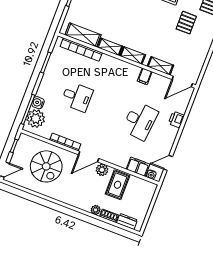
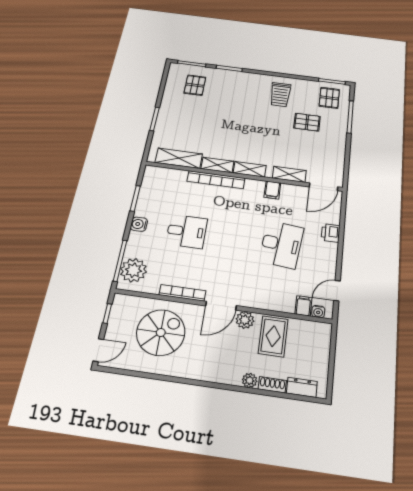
pallet: (186, 23) -> (307, 122), turned 90
bookcase: (81, 50) -> (216, 180), moved
water cooler: (38, 103) -> (139, 224), moved
spiral stairs: (46, 166) -> (161, 332), turned -90
filing cabinet: (138, 167) -> (303, 306), width x0.50

